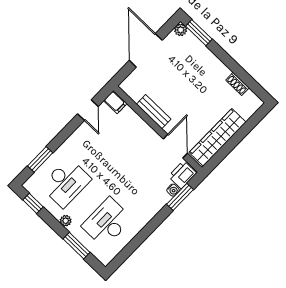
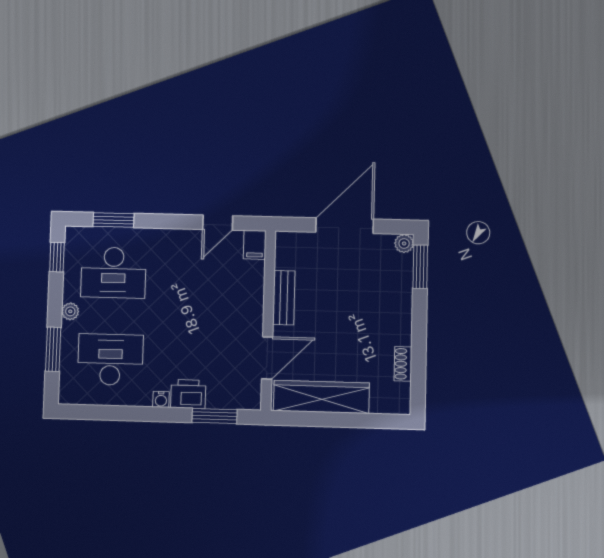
printer: (182, 175) -> (188, 394), moved
water cooler: (173, 190) -> (161, 399), moved

